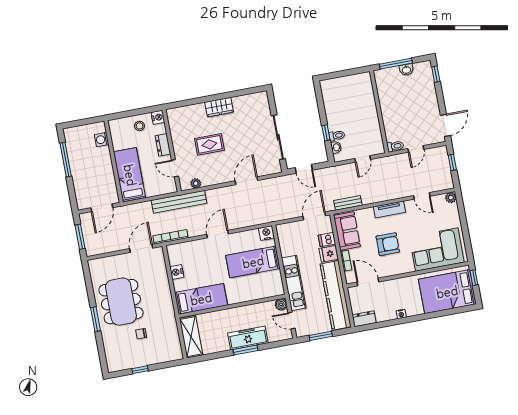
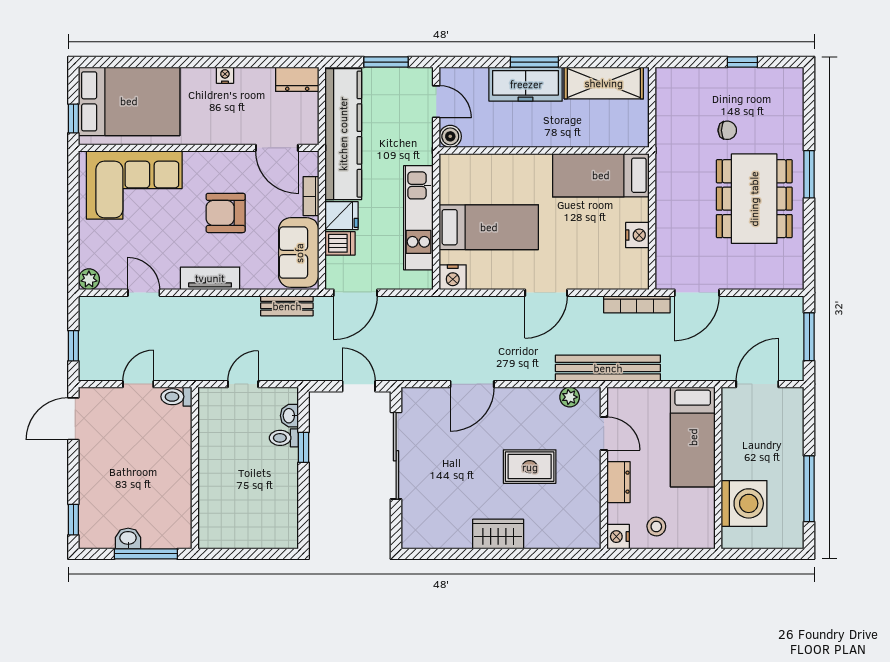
washing machine: (102, 140) -> (744, 503), width x1.89, depth x1.89
kitchen unit: (294, 283) -> (418, 218), moved
shelving: (191, 337) -> (604, 83), moved, turned 90

